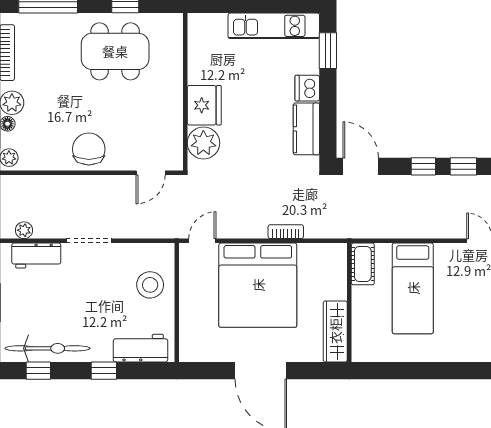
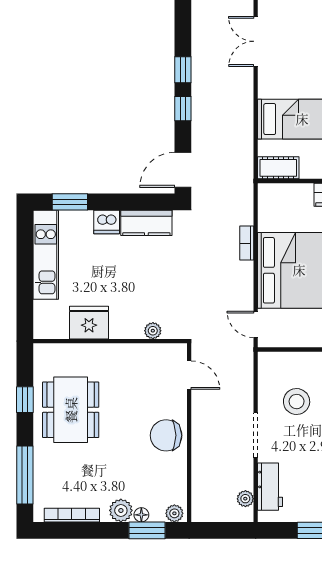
fridge: (204, 105) -> (89, 323), moved
plant: (203, 143) -> (153, 331), width x0.53, depth x0.53
stool: (150, 285) -> (297, 402), moved

